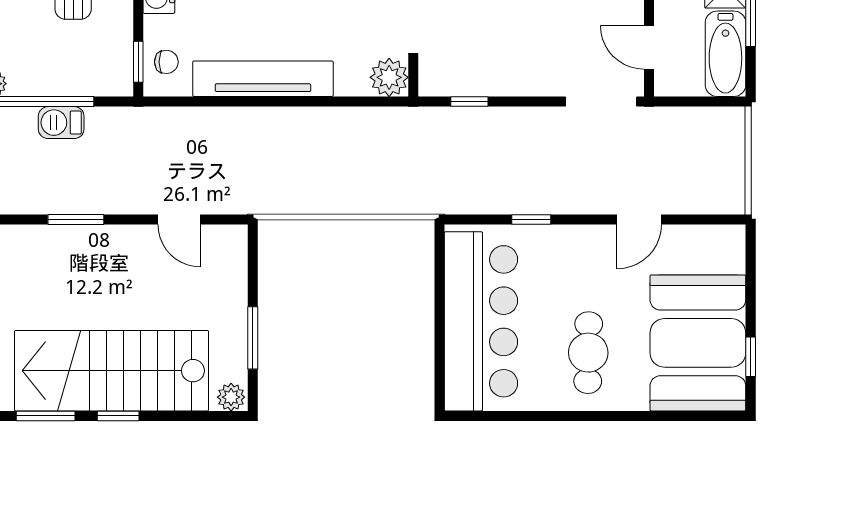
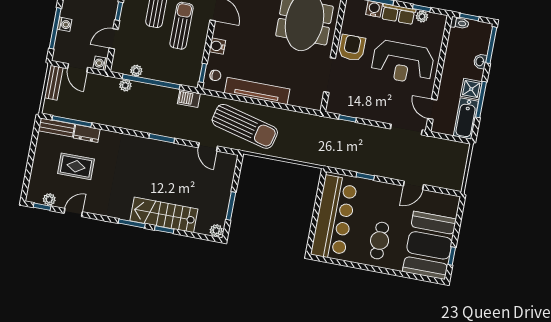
plant: (389, 77) -> (314, 101), removed
barbecue: (61, 123) -> (189, 98), moved
sun lounger: (251, 160) -> (245, 126), added
stairs: (112, 371) -> (164, 215), width x0.73, depth x0.66

